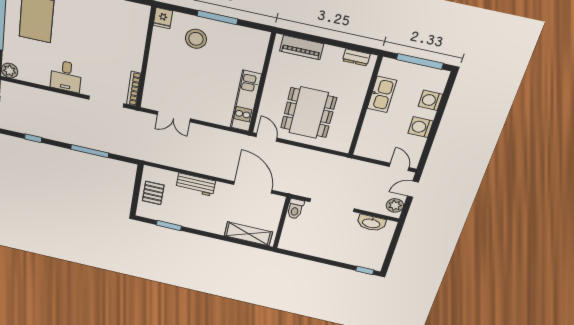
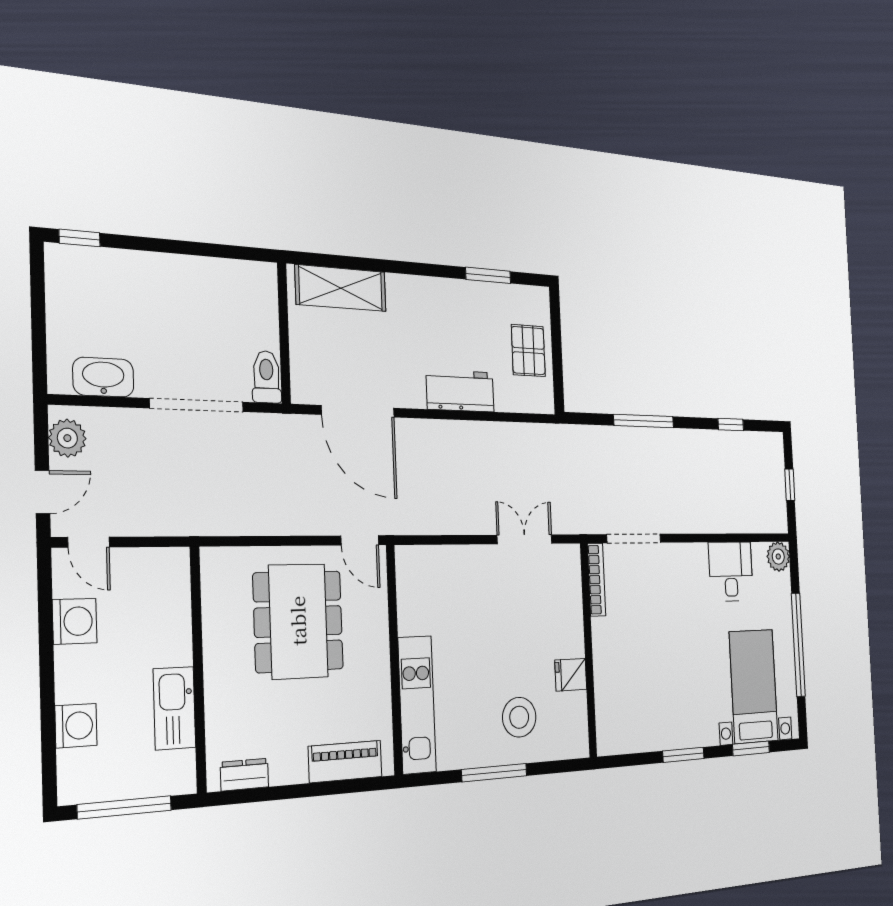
fridge: (163, 18) -> (571, 675), moved, turned -90
desk: (66, 76) -> (731, 571), moved
kitchen unit: (246, 101) -> (417, 705), moved
washing machine: (421, 127) -> (75, 621), moved

